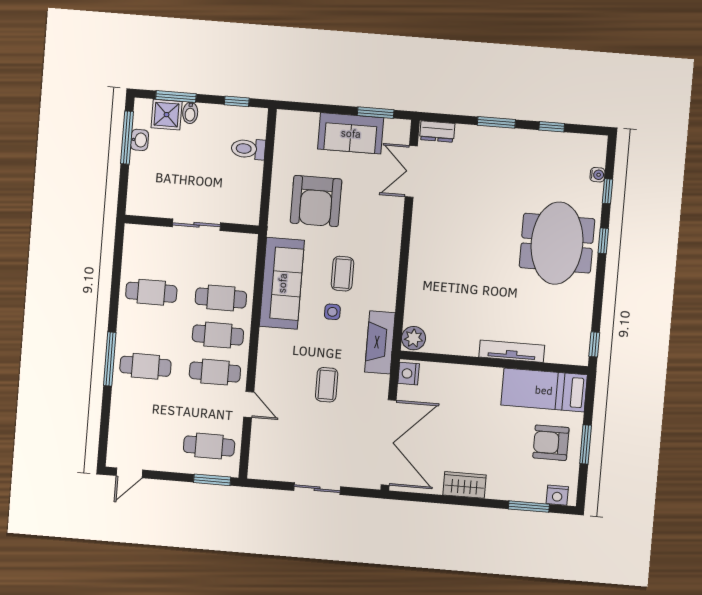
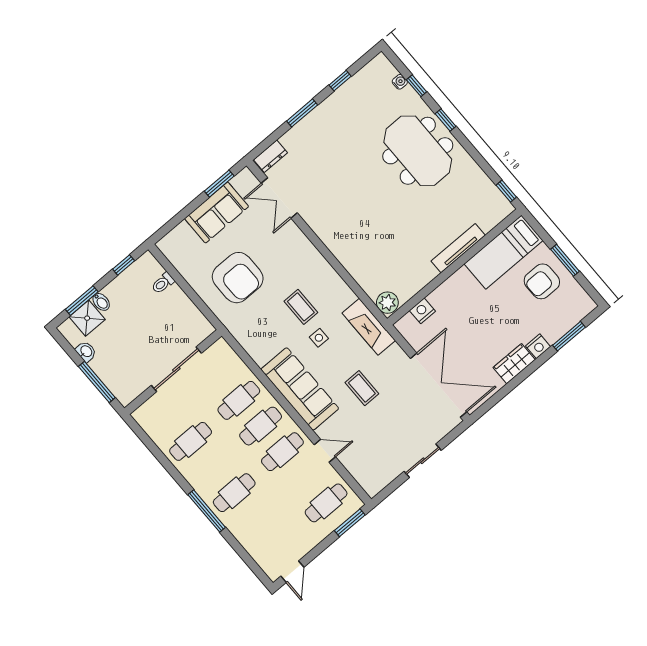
window: (127, 138) -> (97, 382), moved
toilet: (248, 149) -> (163, 283), width x0.73, depth x0.72
sliding door: (196, 225) -> (176, 369), width x1.37
sofa: (282, 283) -> (300, 389), moved
nightstand: (409, 374) -> (422, 311), moved, turned 90
nightstand: (557, 495) -> (538, 346), moved

